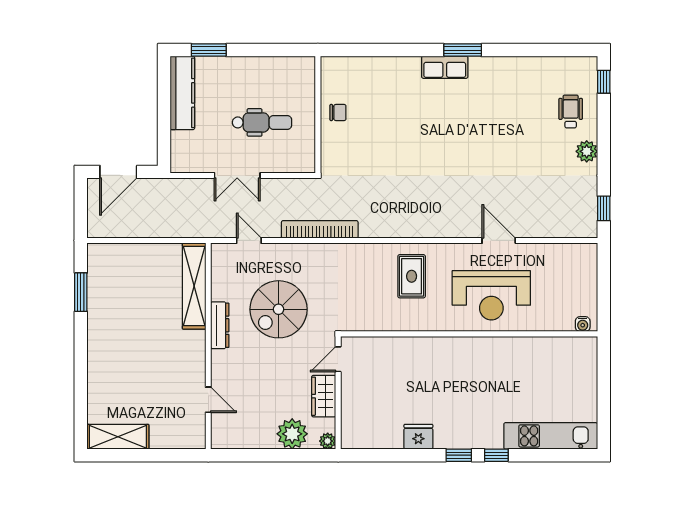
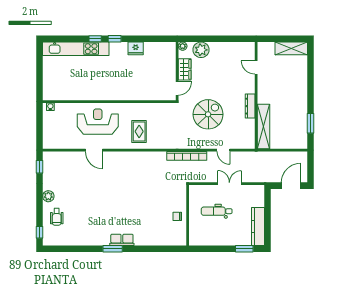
shelving: (194, 286) -> (263, 126), moved
dresser: (220, 325) -> (250, 106), moved
wall: (208, 346) -> (256, 95), moved
door: (208, 400) -> (256, 67), moved
kitchen unit: (551, 436) -> (76, 49), width x1.36

